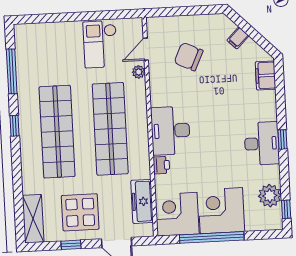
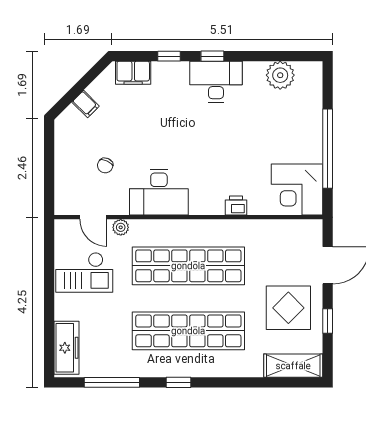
chair: (189, 57) -> (105, 165), width x0.54, depth x0.54
desk: (170, 131) -> (159, 192), moved
freezer: (142, 201) -> (67, 348), moved, turned -90
window: (286, 209) -> (169, 56), moved
corner desk: (221, 211) -> (295, 135), removed

